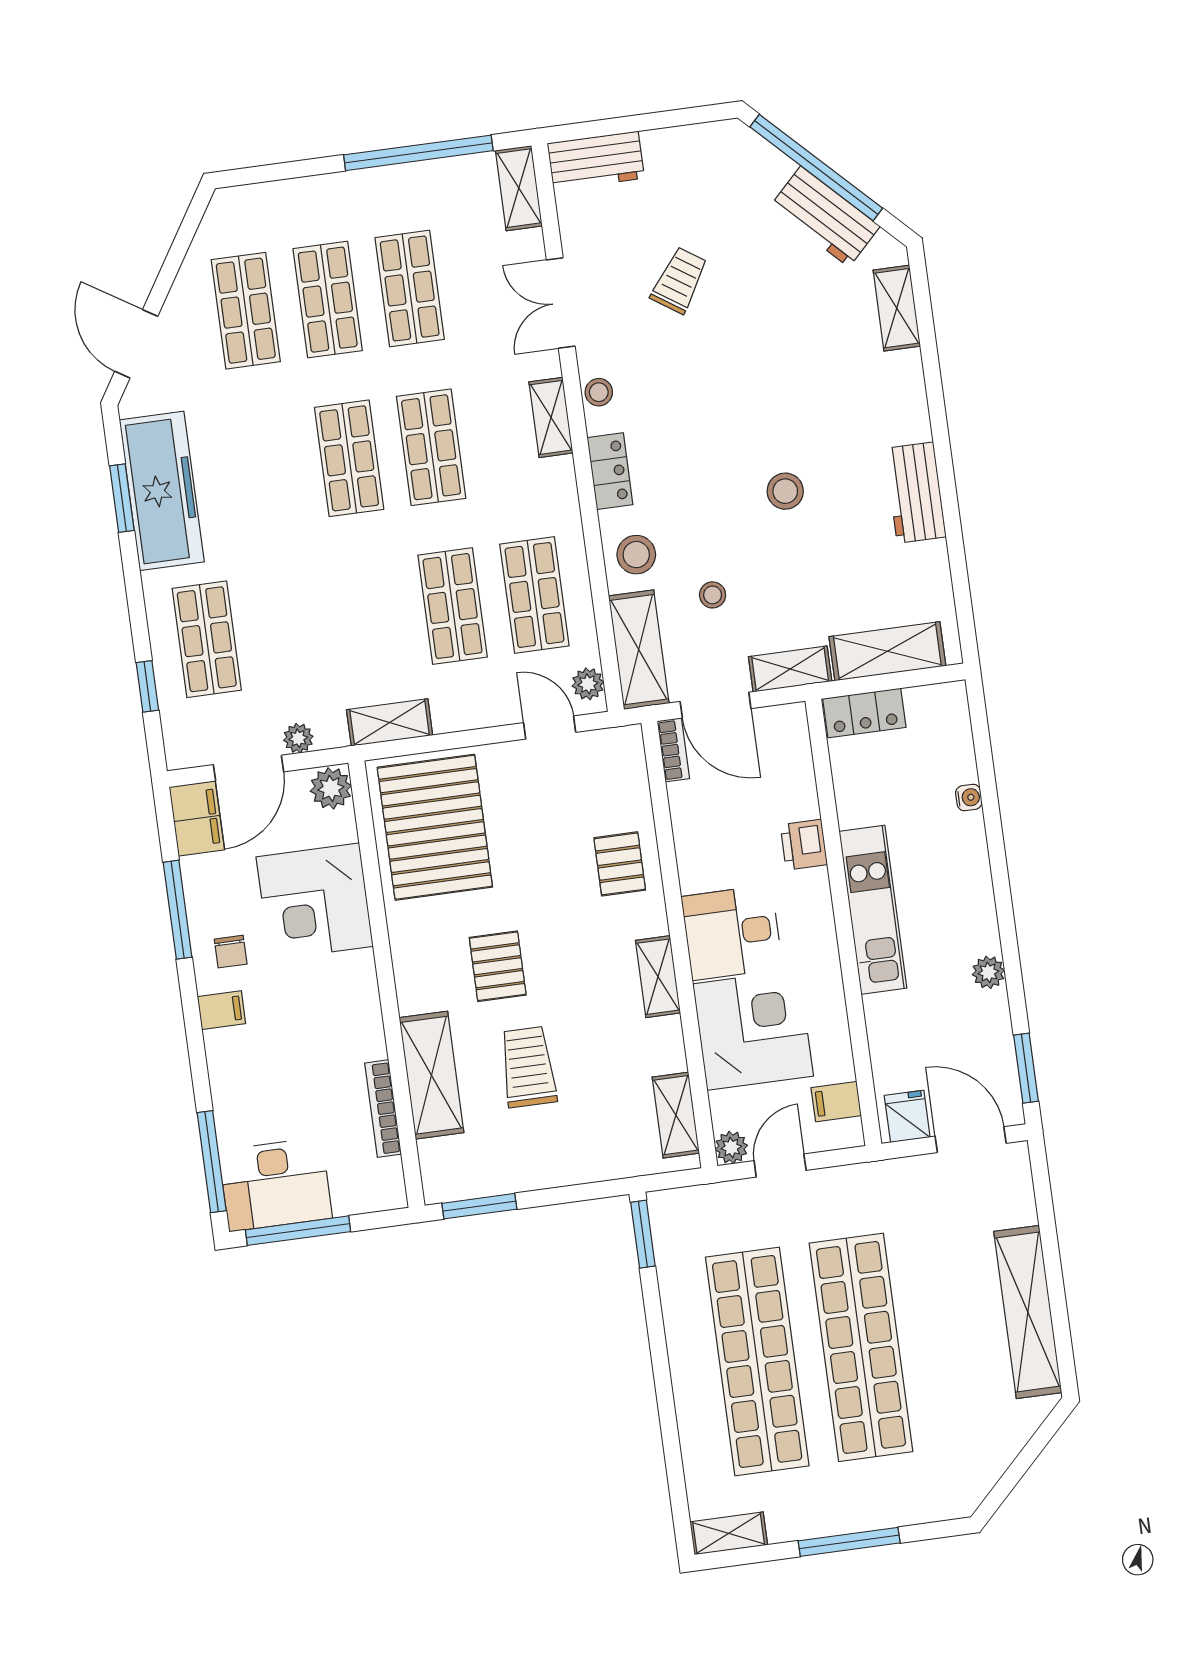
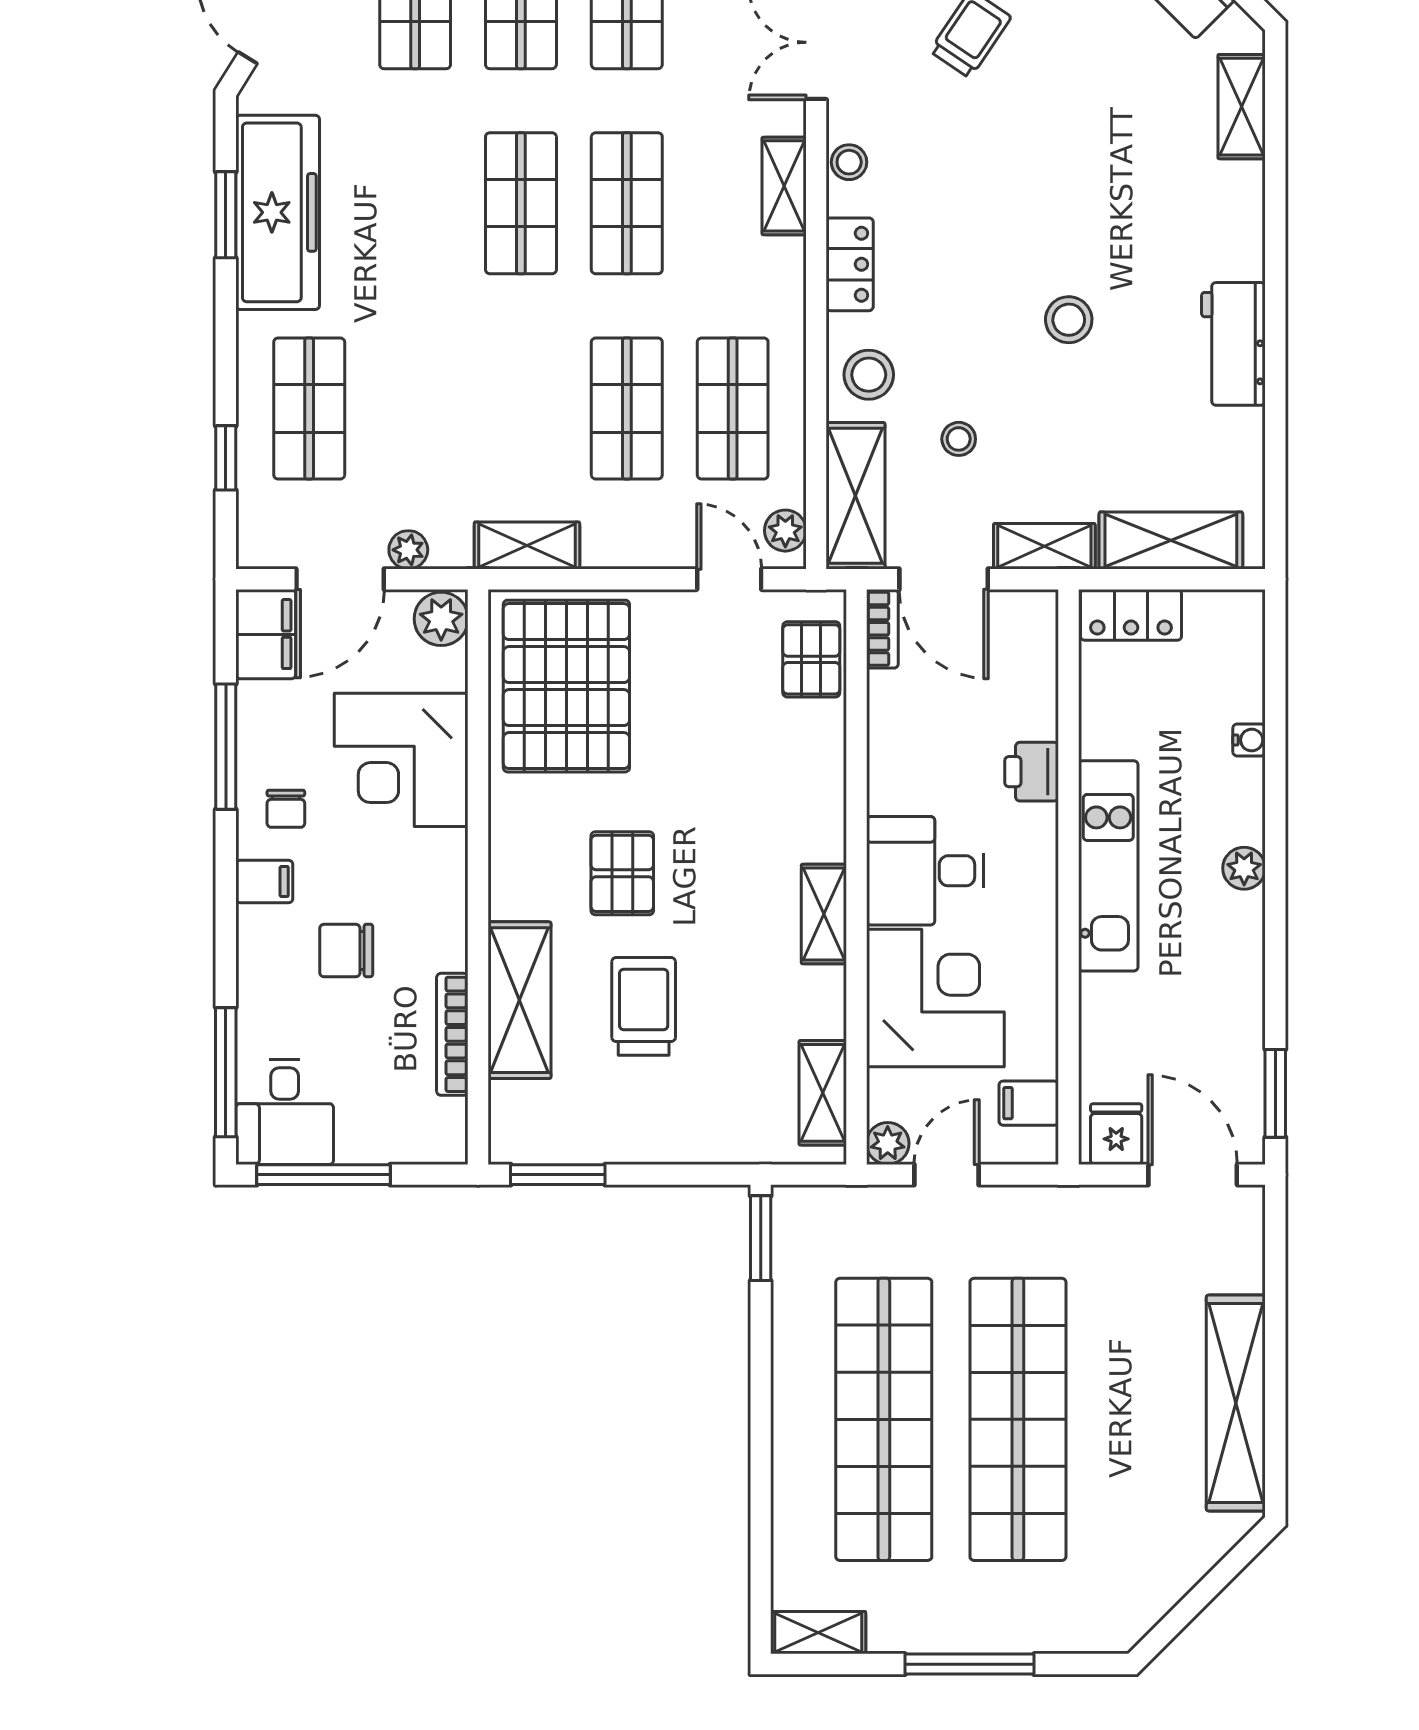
pallet: (620, 864) -> (811, 659), moved
plant: (988, 972) -> (1244, 868), moved
chair: (292, 1055) -> (346, 950), added
desk: (275, 1184) -> (285, 1112), width x0.73

